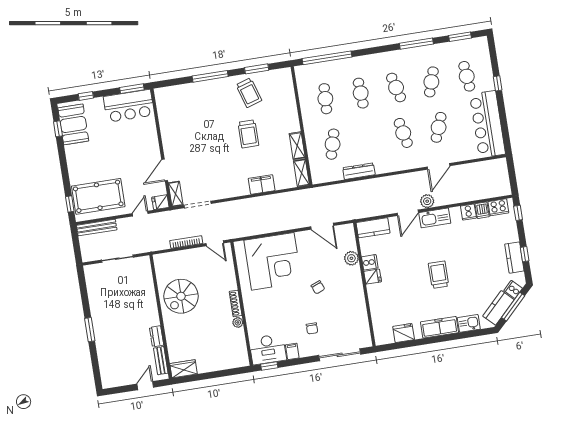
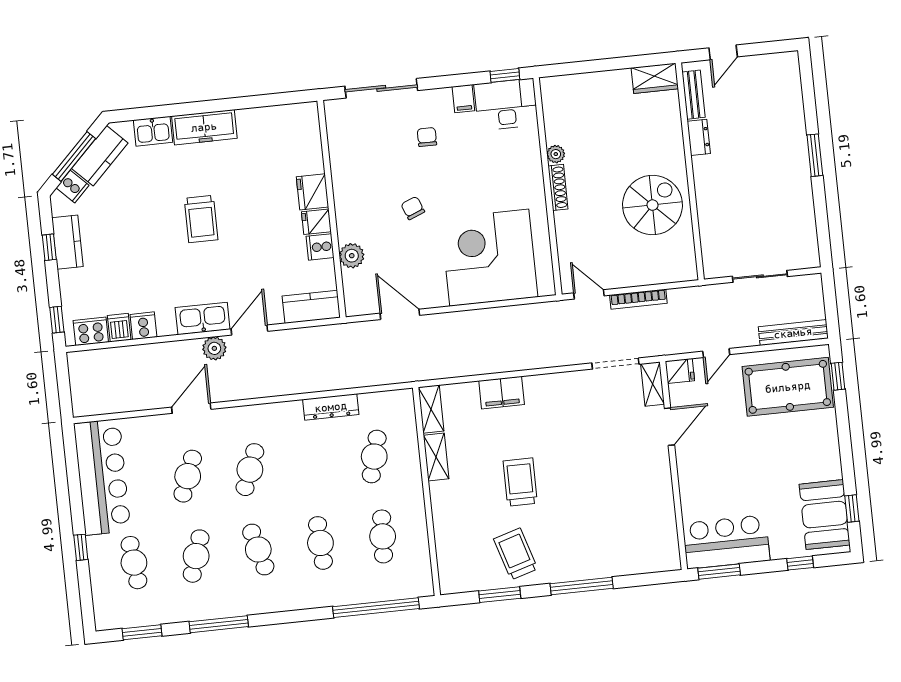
cafe table: (403, 133) -> (250, 470), turned 33
fridge: (404, 333) -> (312, 192), moved, turned 90

